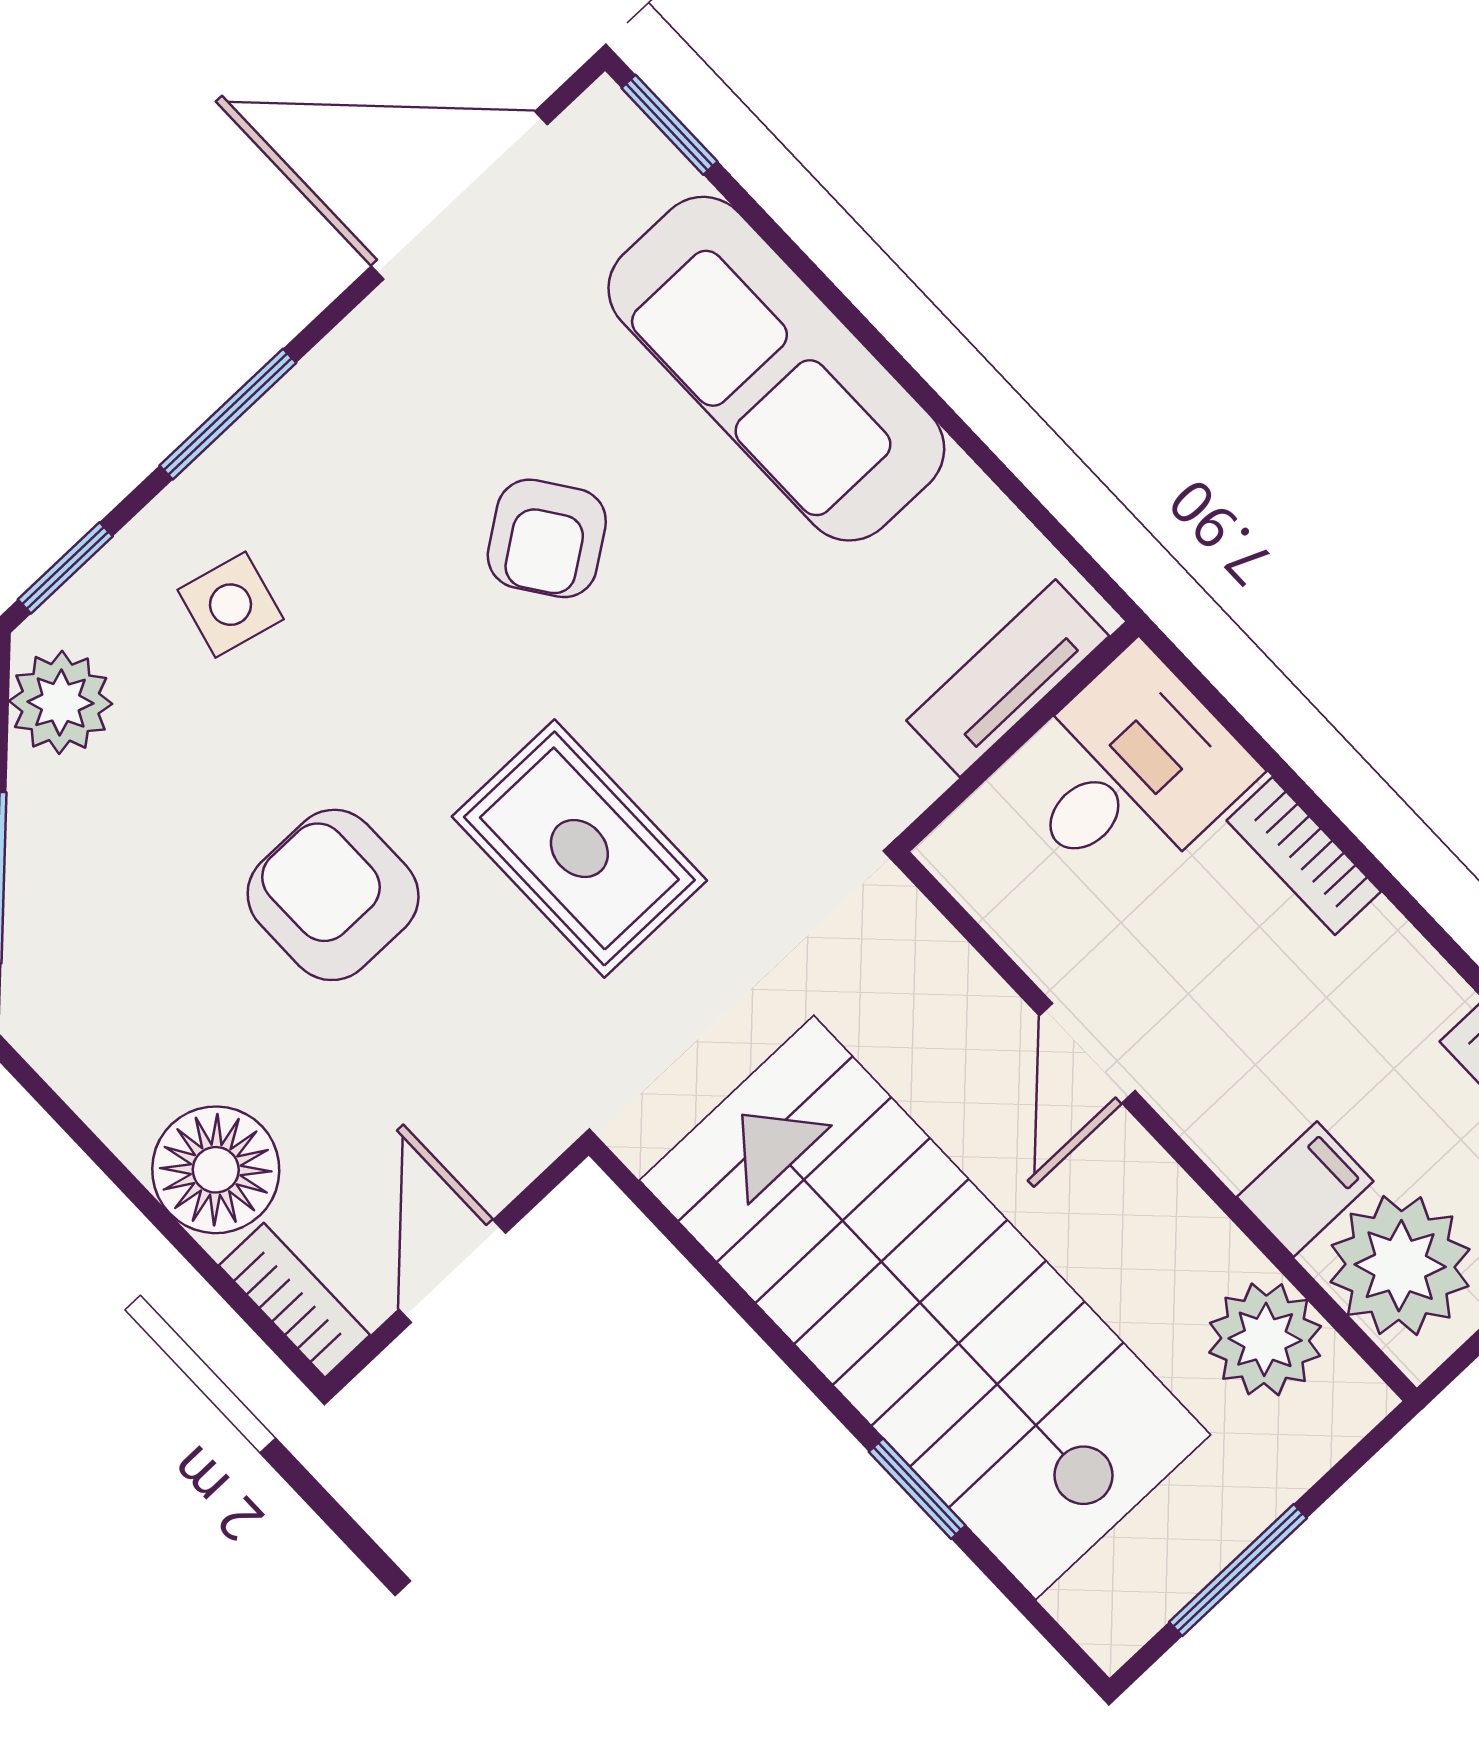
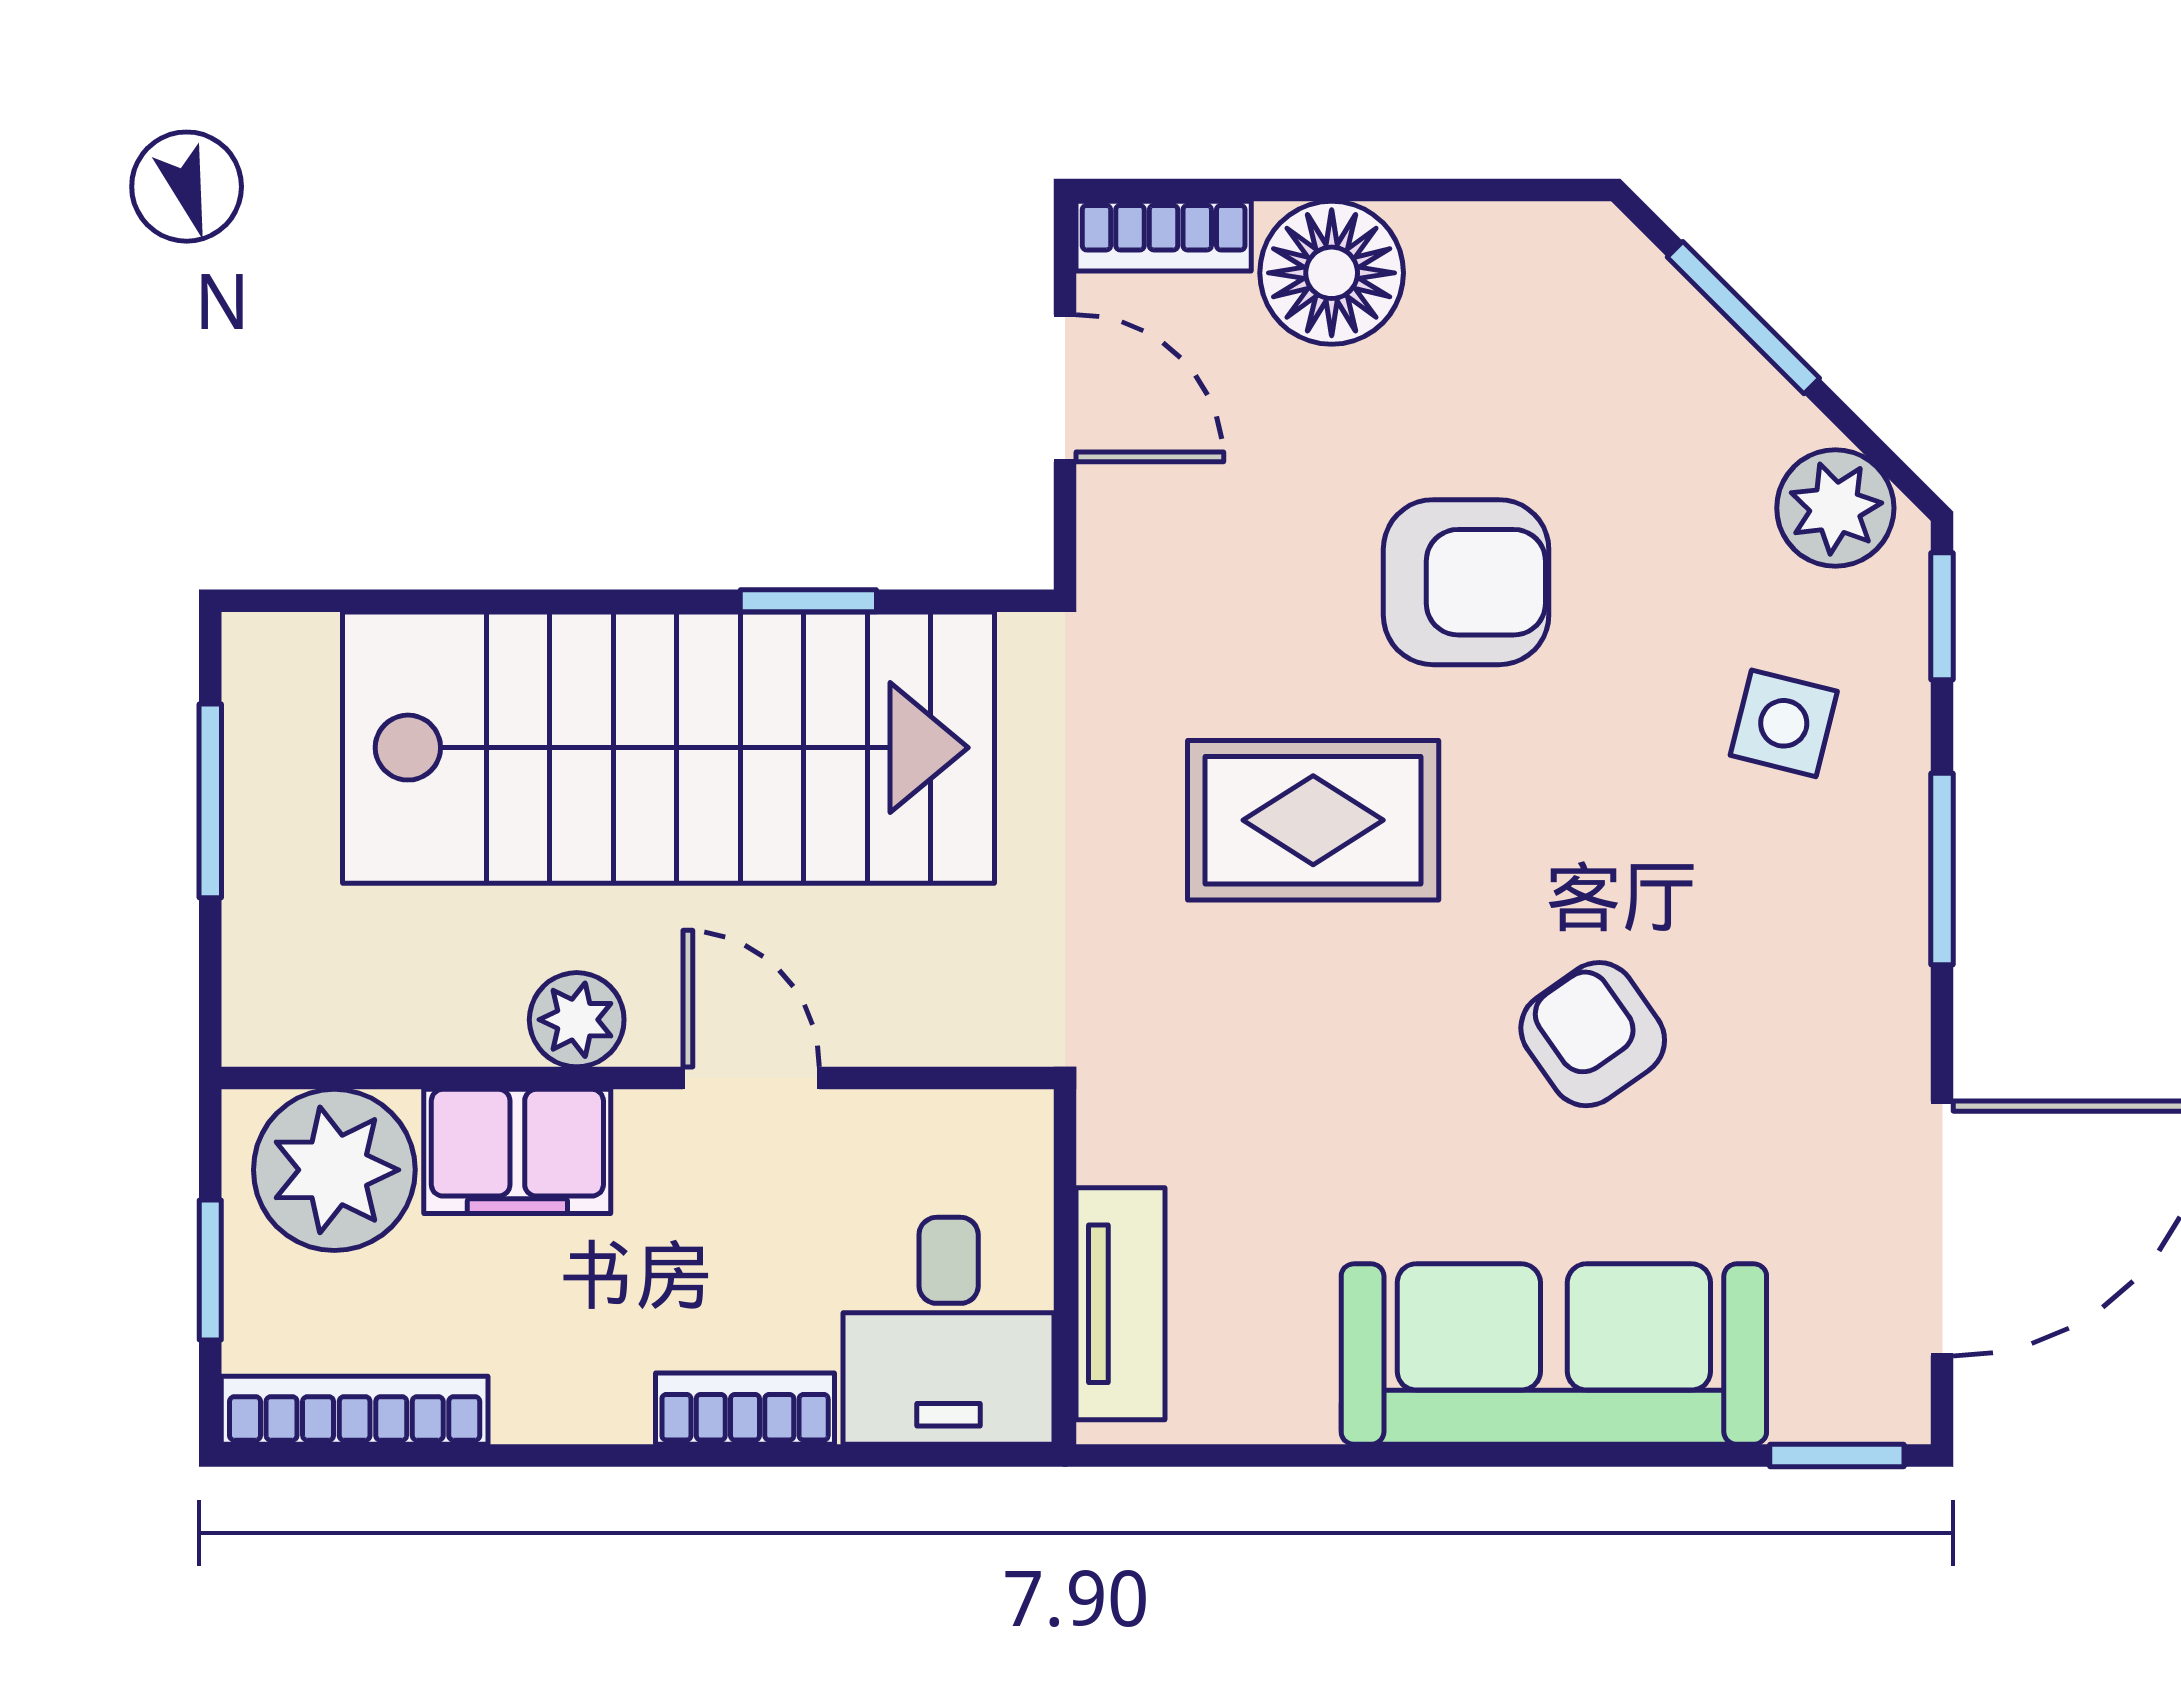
filing cabinet: (1305, 1189) -> (517, 1151), width x2.00
plant: (1265, 1339) -> (577, 1020), moved, width x0.73, depth x0.73
window: (917, 1489) -> (808, 601), moved

